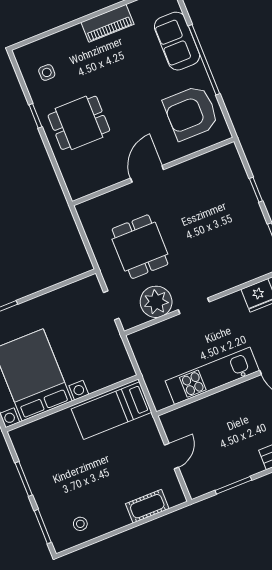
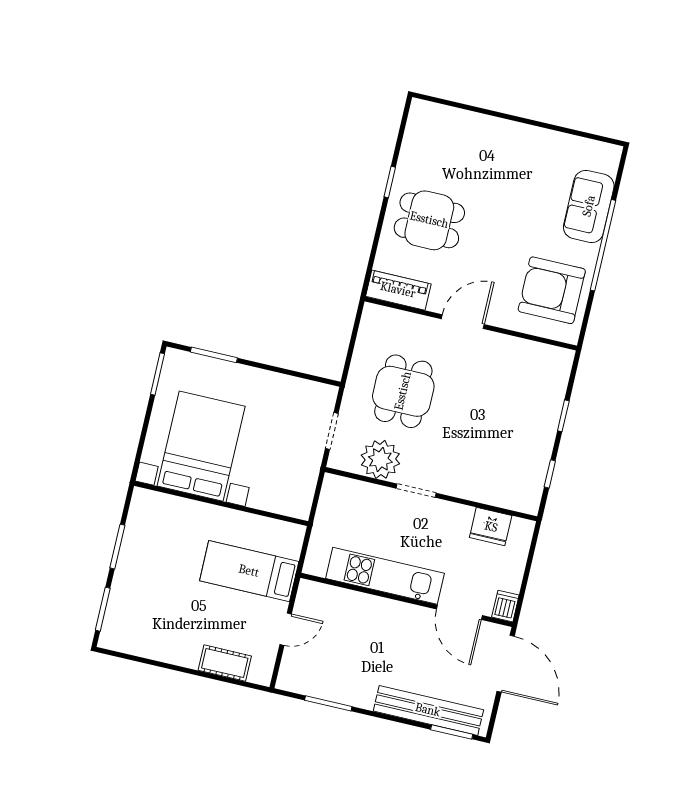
piano: (107, 23) -> (398, 290), moved, turned 180
side table: (47, 72) -> (432, 145), removed
bed: (112, 411) -> (249, 571), moved
stool: (80, 524) -> (143, 633), removed

